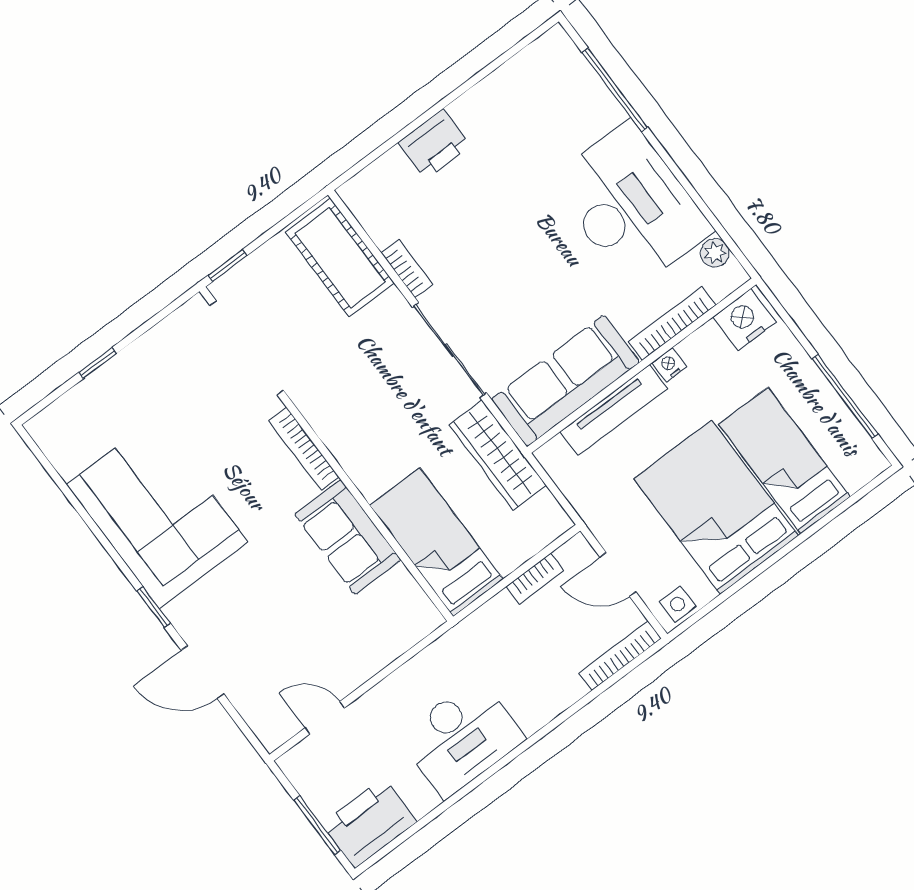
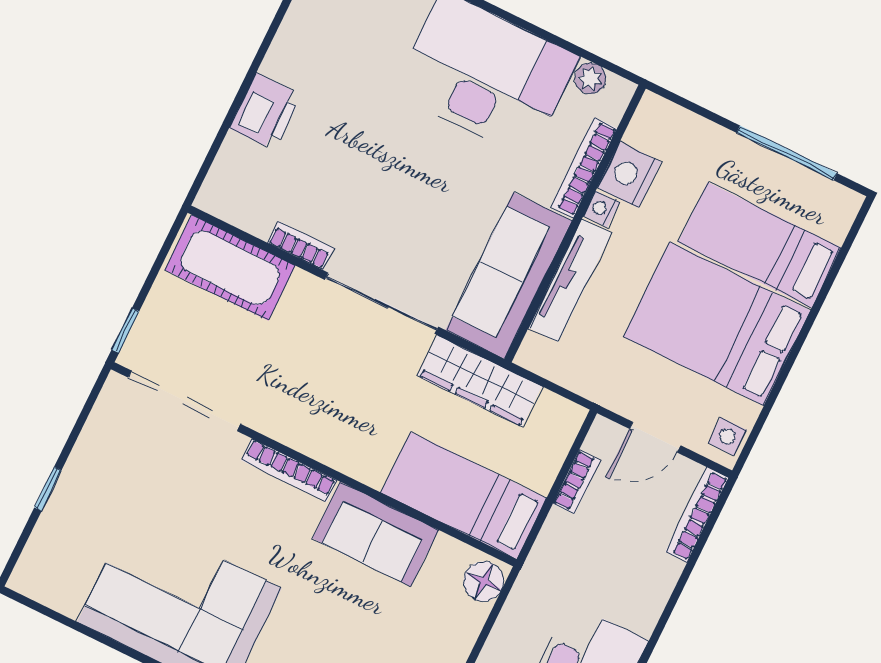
nightstand: (744, 320) -> (629, 175), moved
floor lamp: (417, 621) -> (484, 581), added

